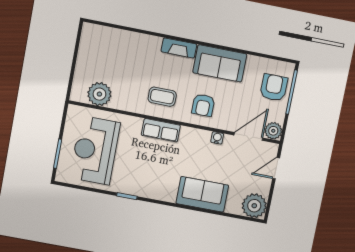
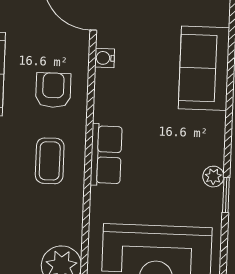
armchair: (203, 105) -> (53, 90), turned -90
plant: (139, 190) -> (213, 177), added

